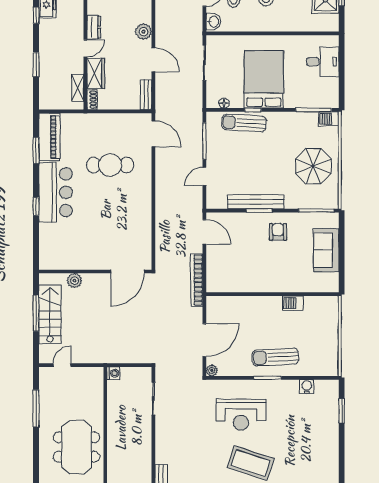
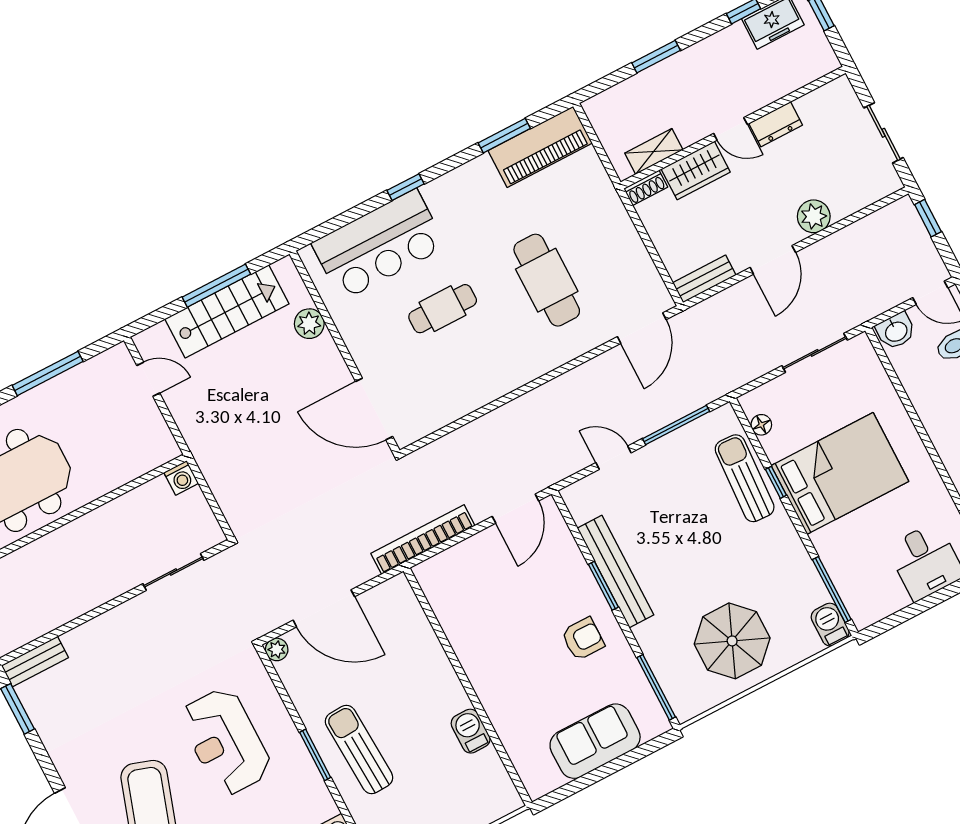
bar counter: (56, 192) -> (379, 245), moved
cafe table: (99, 218) -> (443, 309), added

